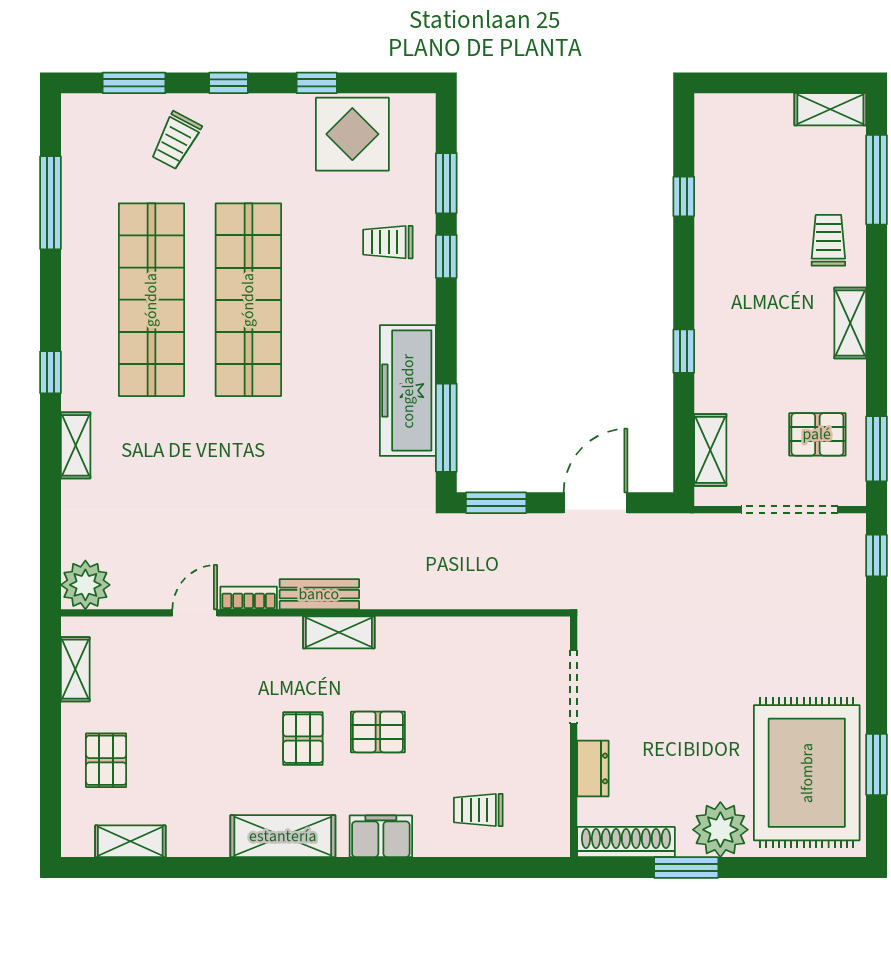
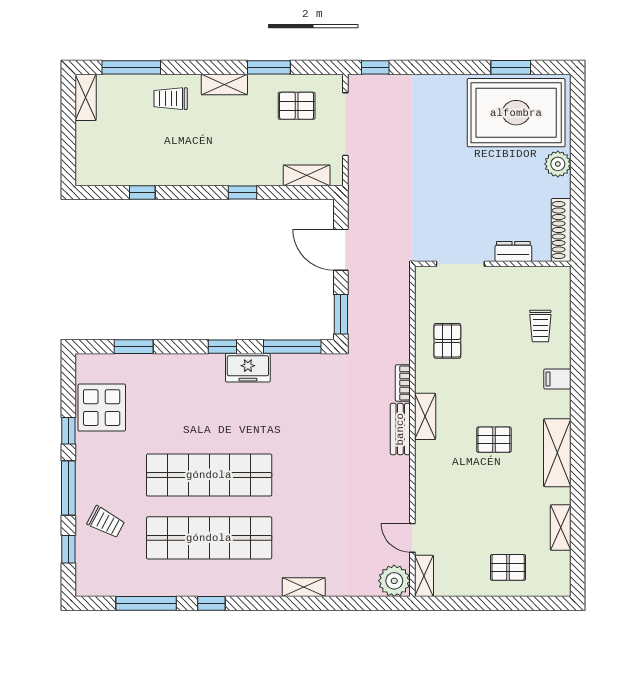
window: (134, 83) -> (68, 549), width x0.67
window: (228, 83) -> (68, 488), width x2.17
trolley: (388, 242) -> (172, 385), removed
window: (446, 256) -> (222, 347), moved
window: (51, 372) -> (211, 603), moved
freezer: (408, 391) -> (248, 368), width x0.52, depth x0.79
pallet: (817, 434) -> (297, 106), turned 90
window: (877, 449) -> (269, 67), moved
bookcase: (249, 598) -> (403, 383), moved
door: (195, 613) -> (412, 538), moved
shelving: (75, 669) -> (424, 576), moved, turned 90
pallet: (378, 732) -> (447, 341), moved
plant: (720, 830) -> (558, 164), width x0.73, depth x0.73
filing cabinet: (381, 836) -> (557, 379), width x0.50
shelving: (130, 841) -> (561, 528), moved
window: (686, 868) -> (578, 191), removed

